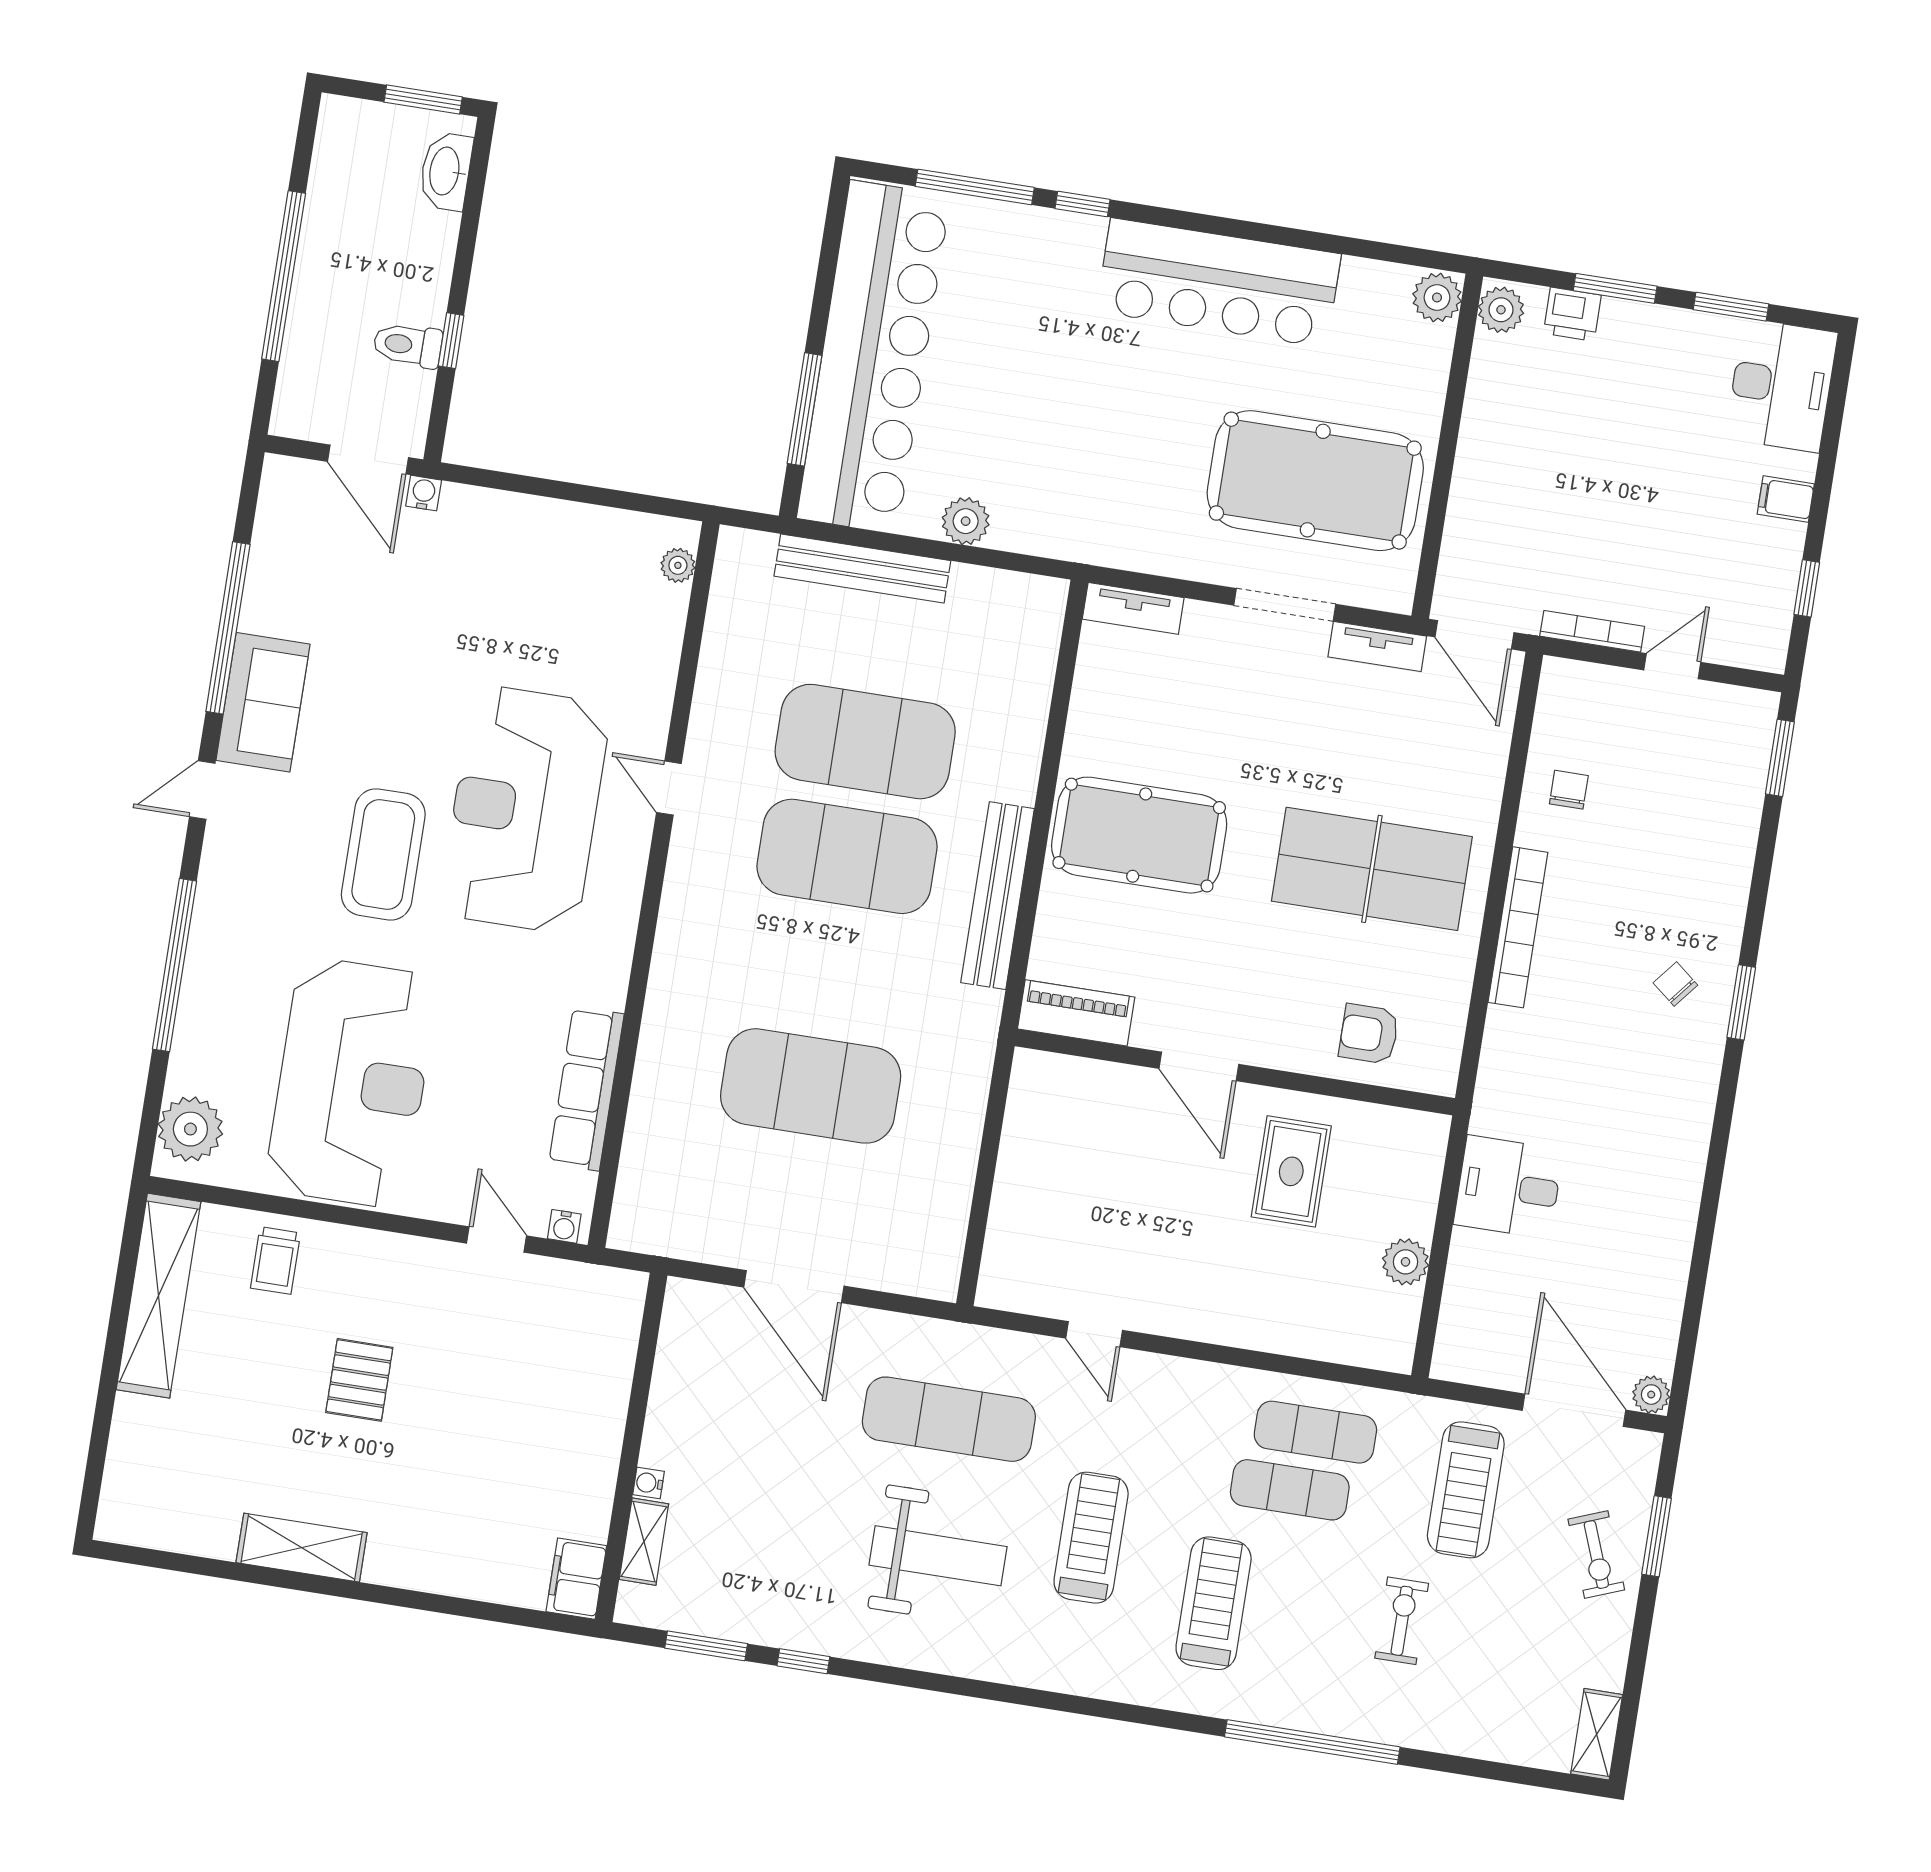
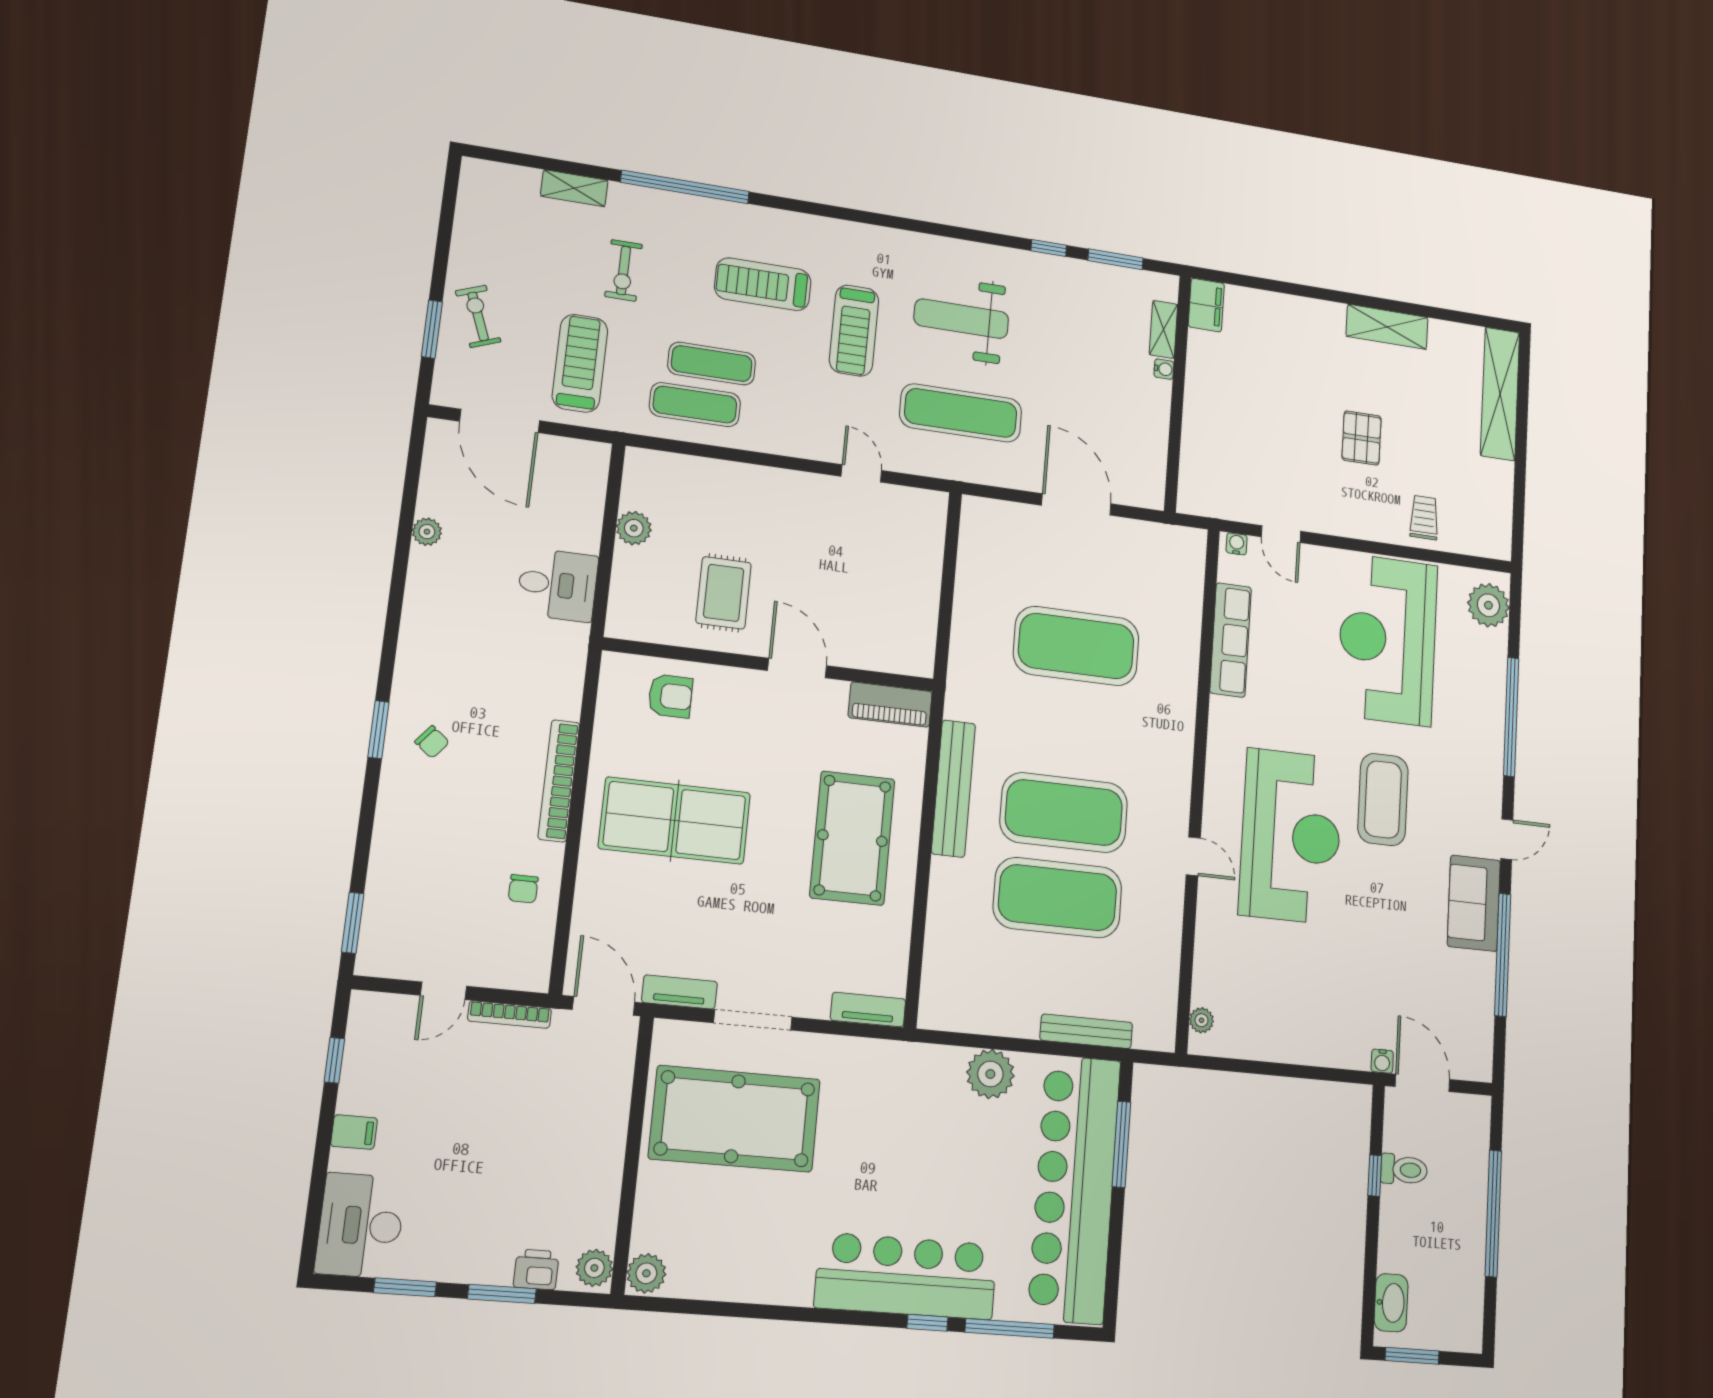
bar counter: (1219, 283) -> (906, 1276), moved
plant: (966, 521) -> (990, 1074), width x1.36, depth x1.36
bench: (862, 568) -> (1086, 1031), width x0.73, depth x0.82
pool table: (1139, 835) -> (852, 838), turned 90
shelving: (158, 1296) -> (1500, 394), moved
plant: (1651, 1395) -> (427, 532), moved
treadmill: (1214, 1603) -> (763, 284), turned 90
shelving: (1597, 1734) -> (574, 188), moved, turned 90

